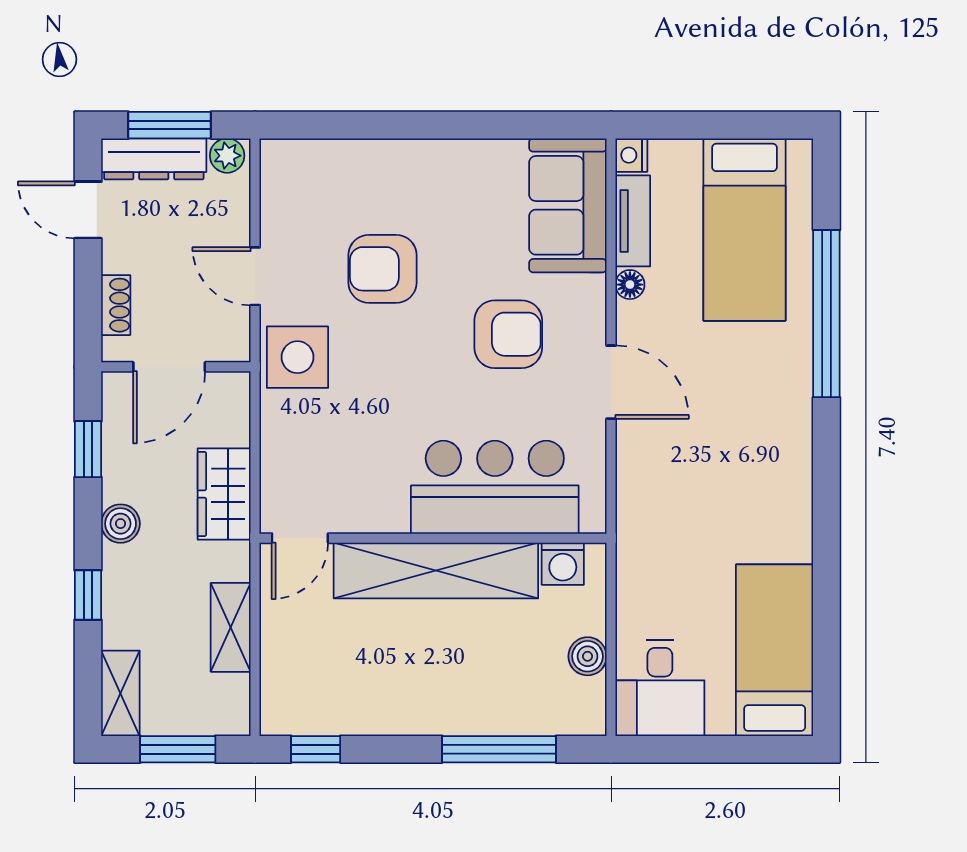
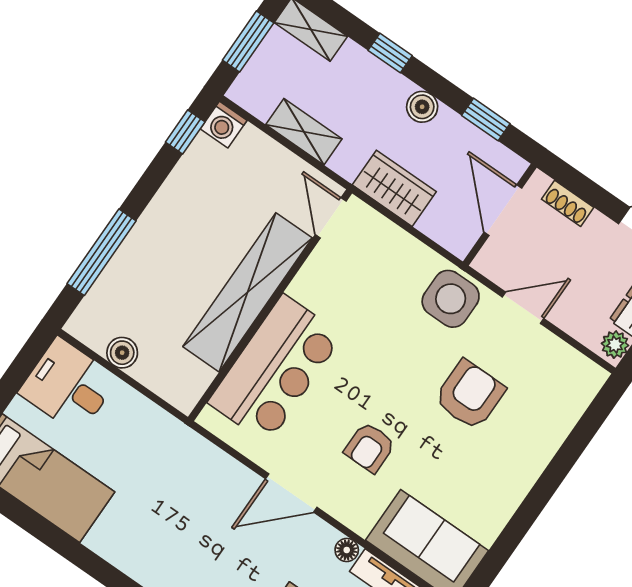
armchair: (508, 334) -> (370, 447), width x0.72, depth x0.72
washing machine: (563, 564) -> (224, 125), moved, turned -90

